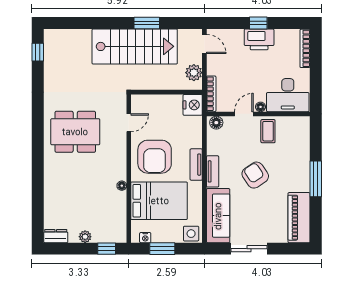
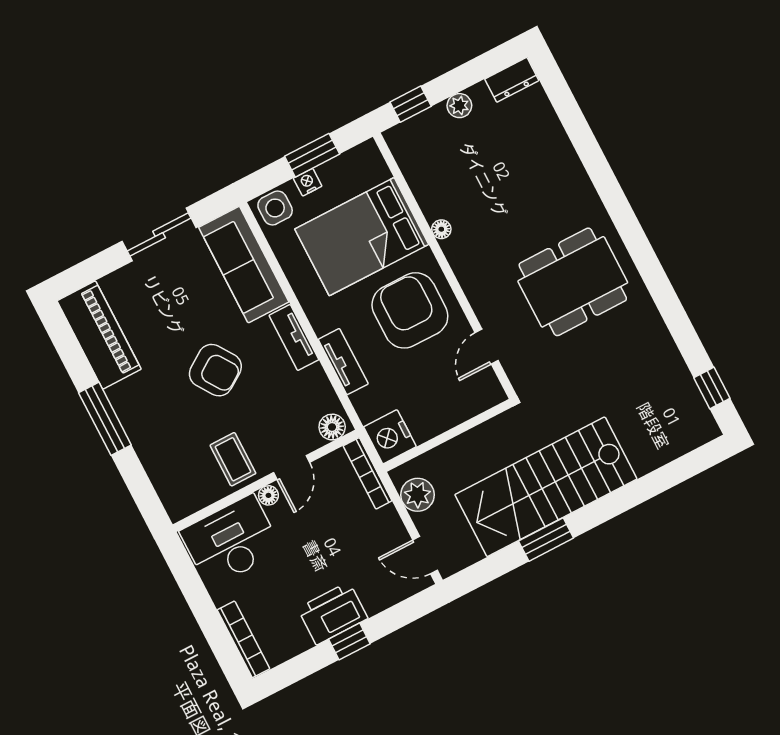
tv unit: (196, 165) -> (343, 362), moved
nightstand: (145, 238) -> (308, 182), moved

